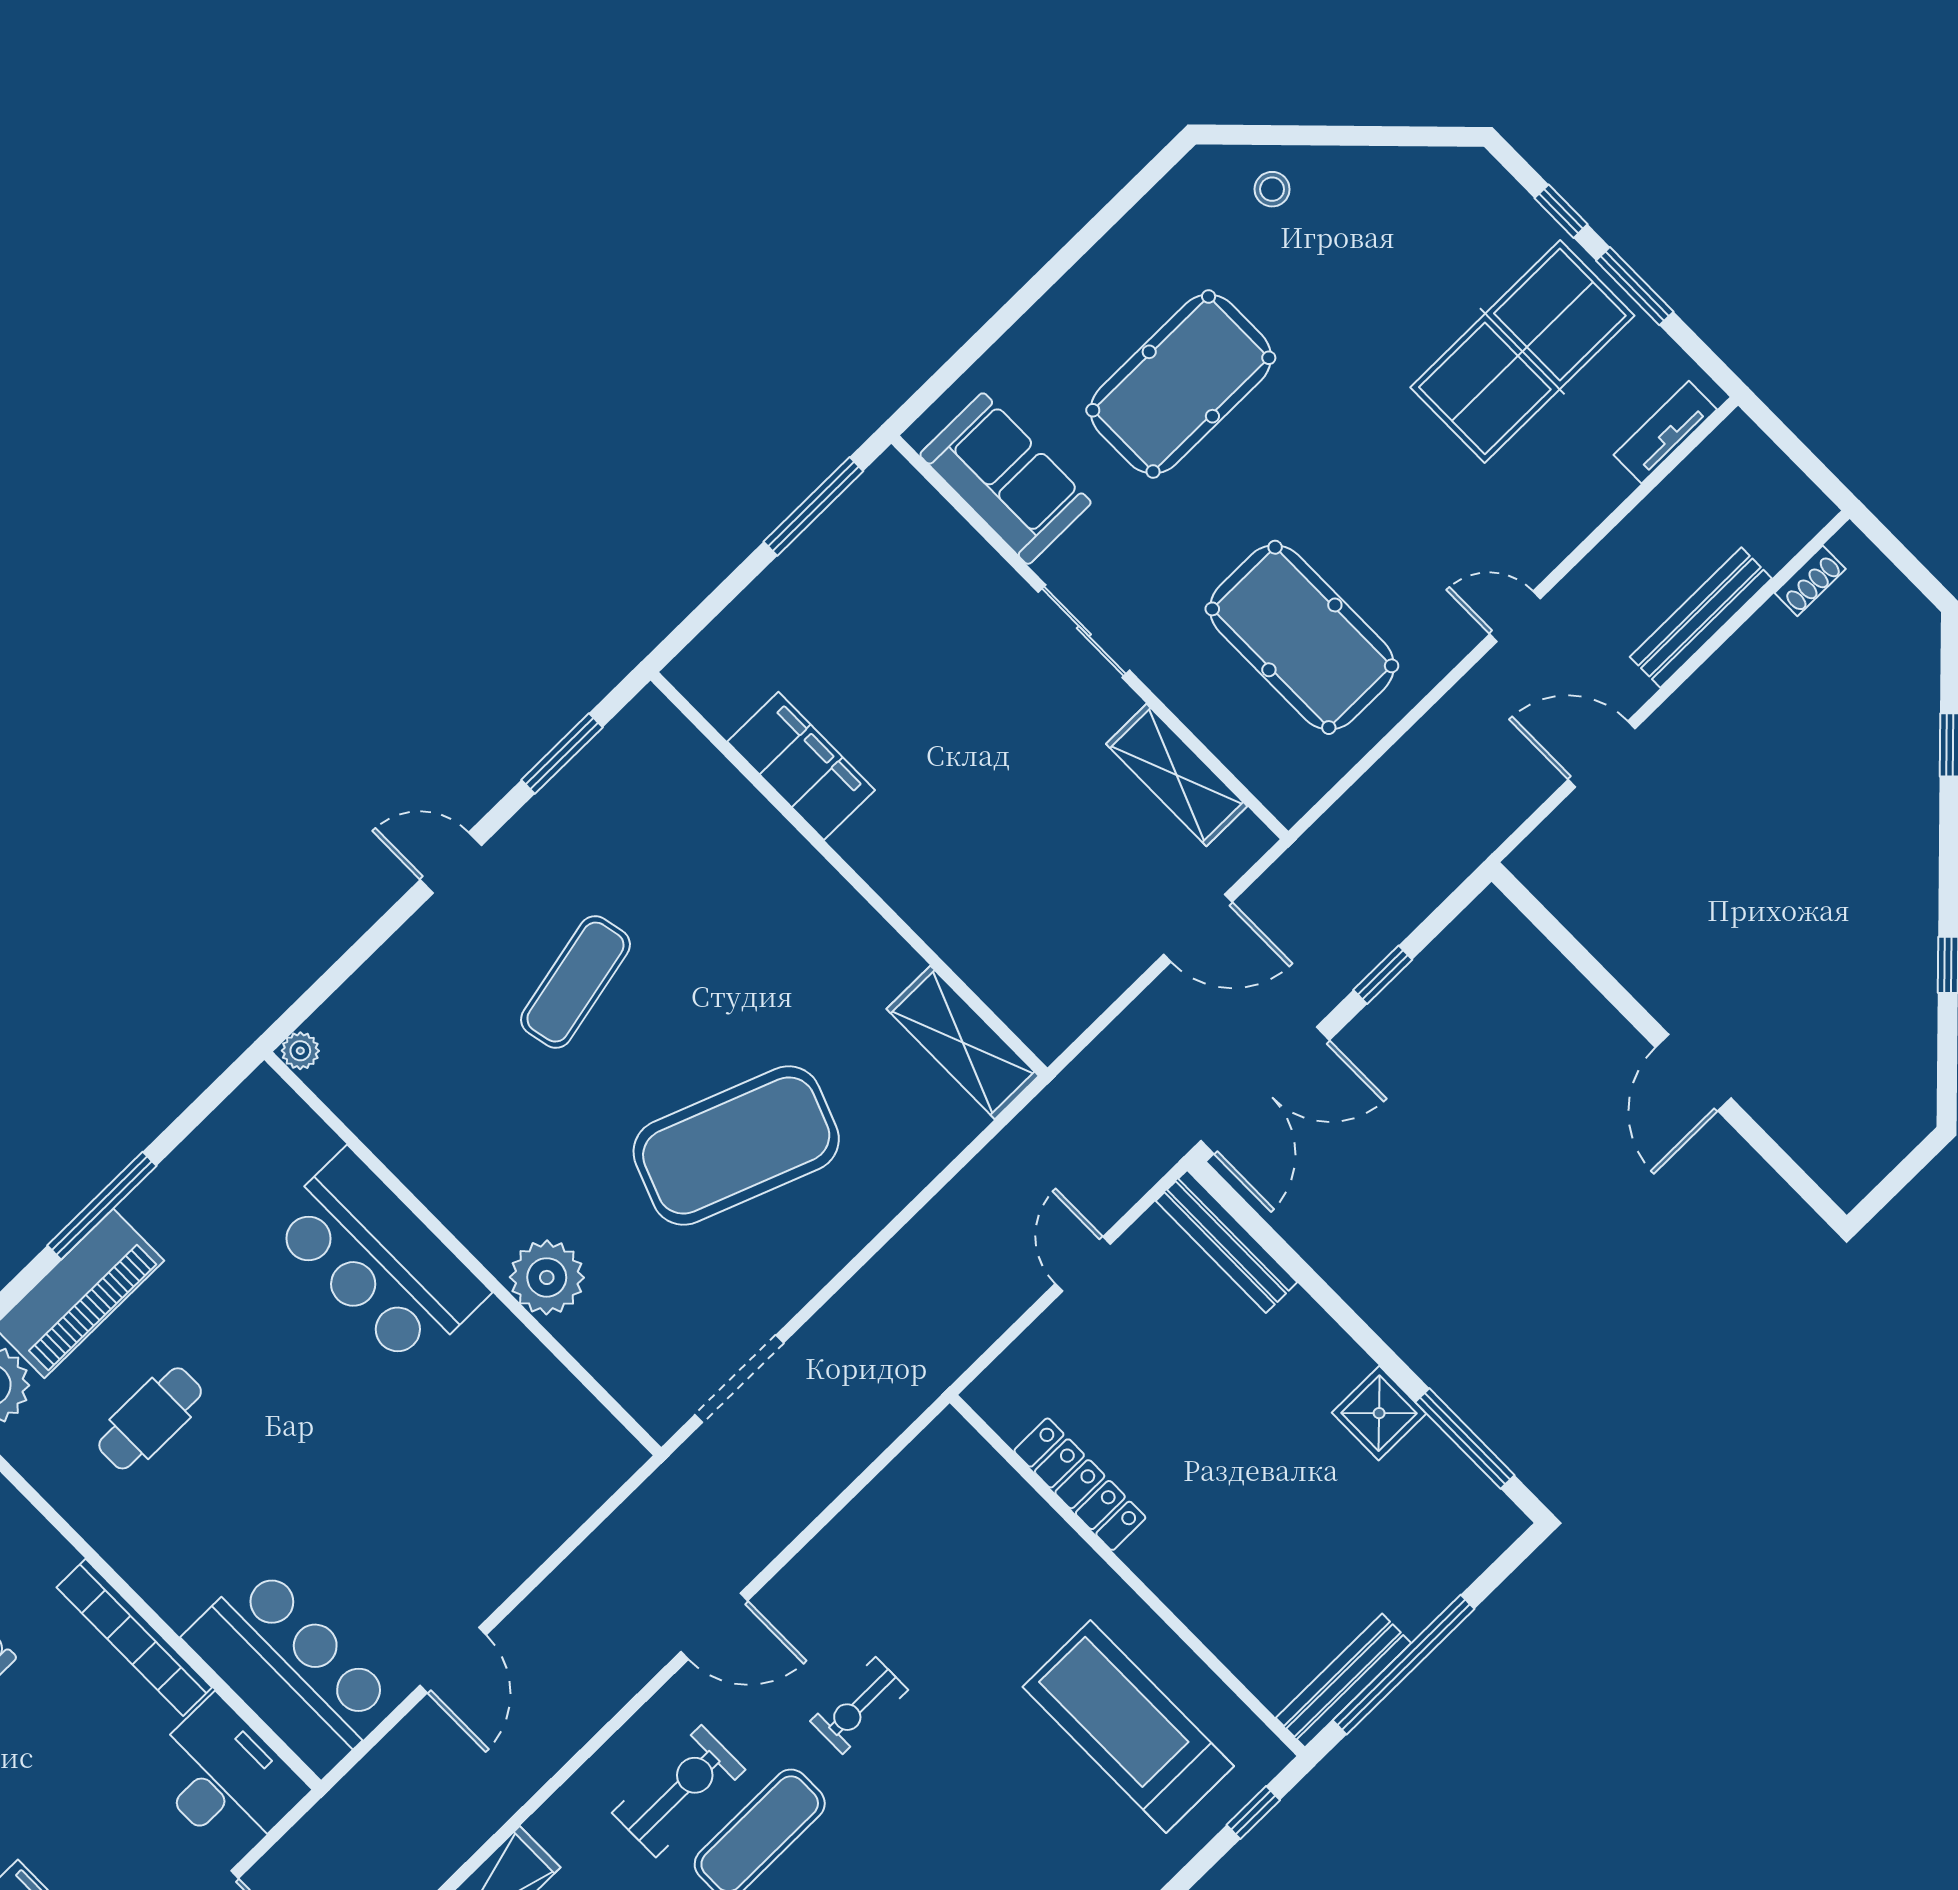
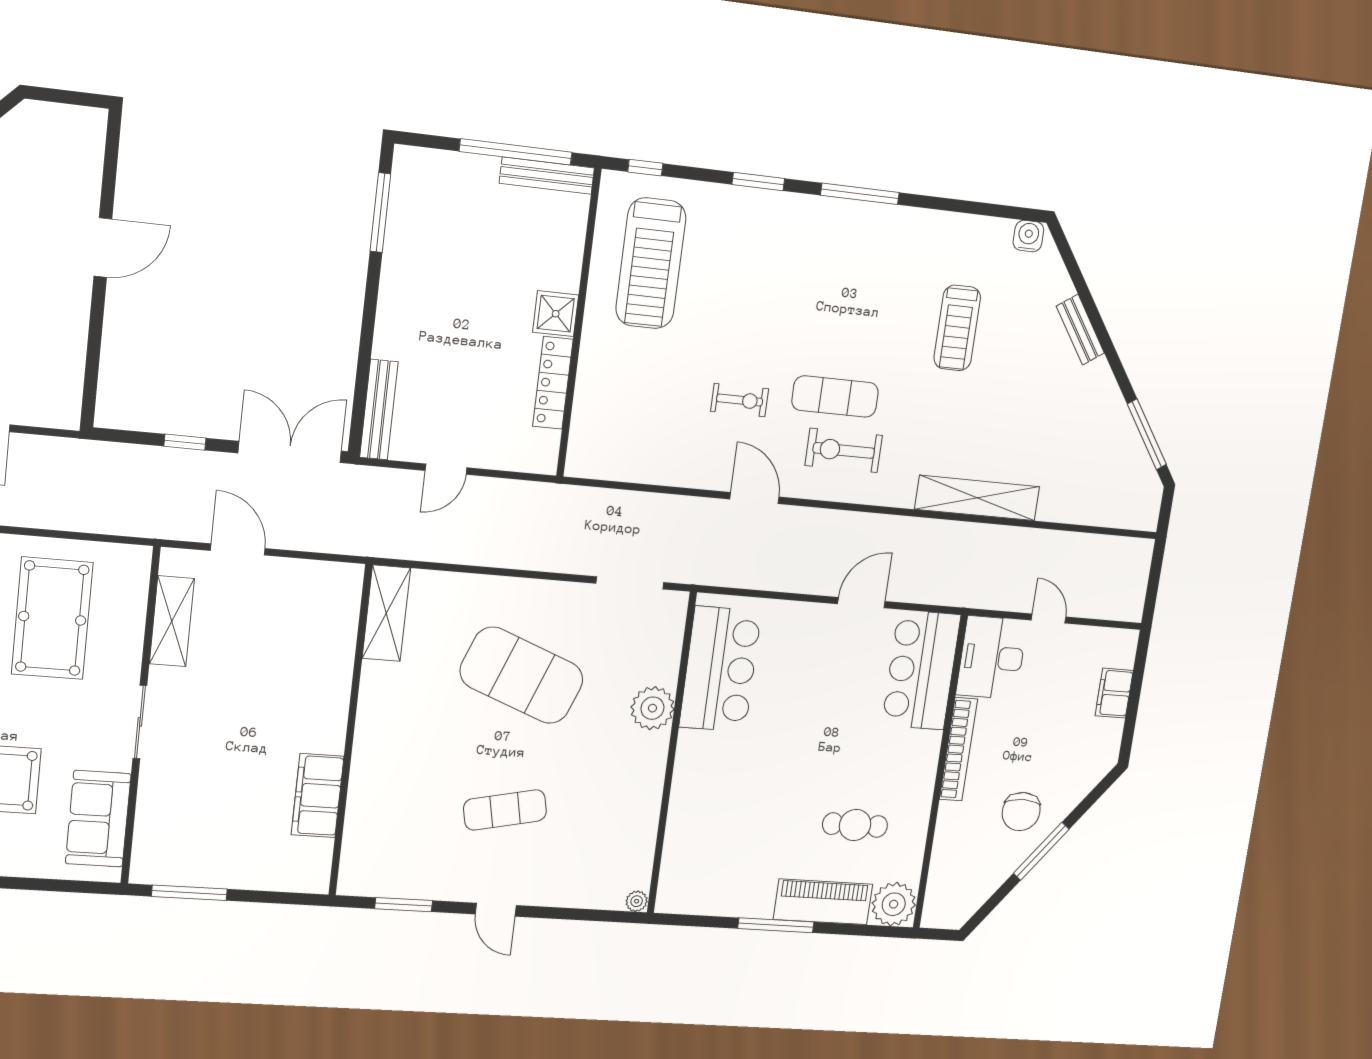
bar counter: (379, 1259) -> (720, 669), moved
shower: (1379, 1413) -> (556, 314), moved

